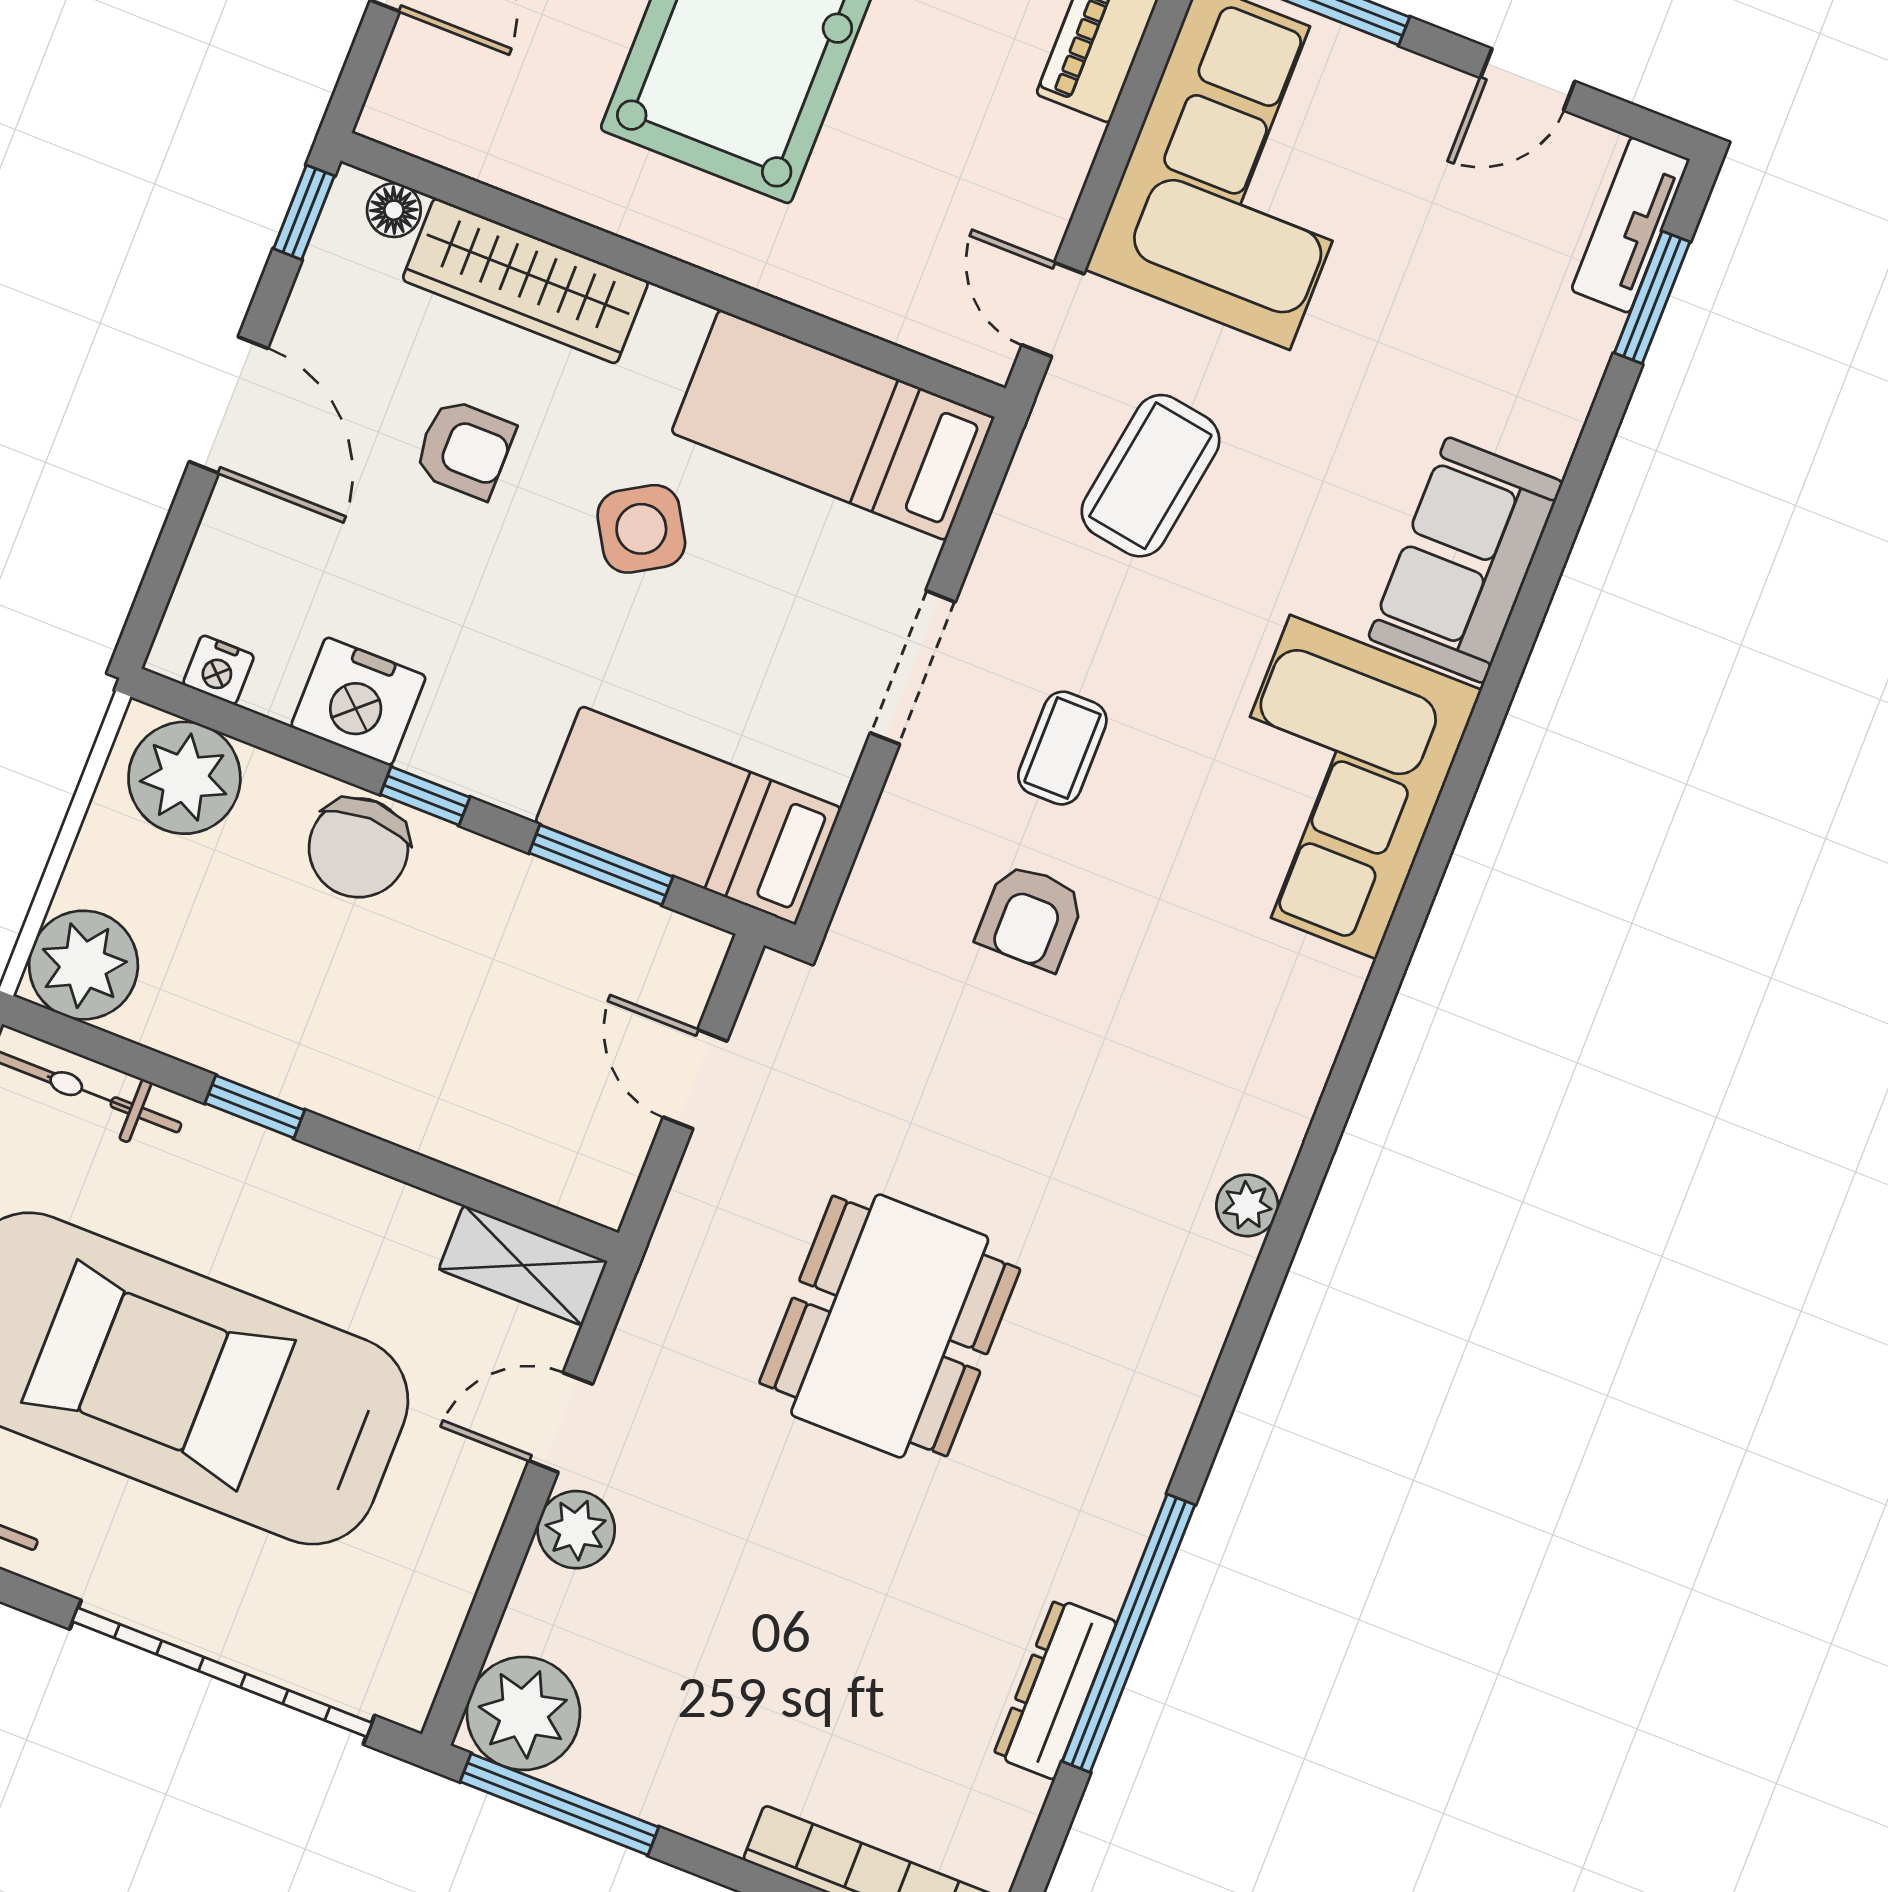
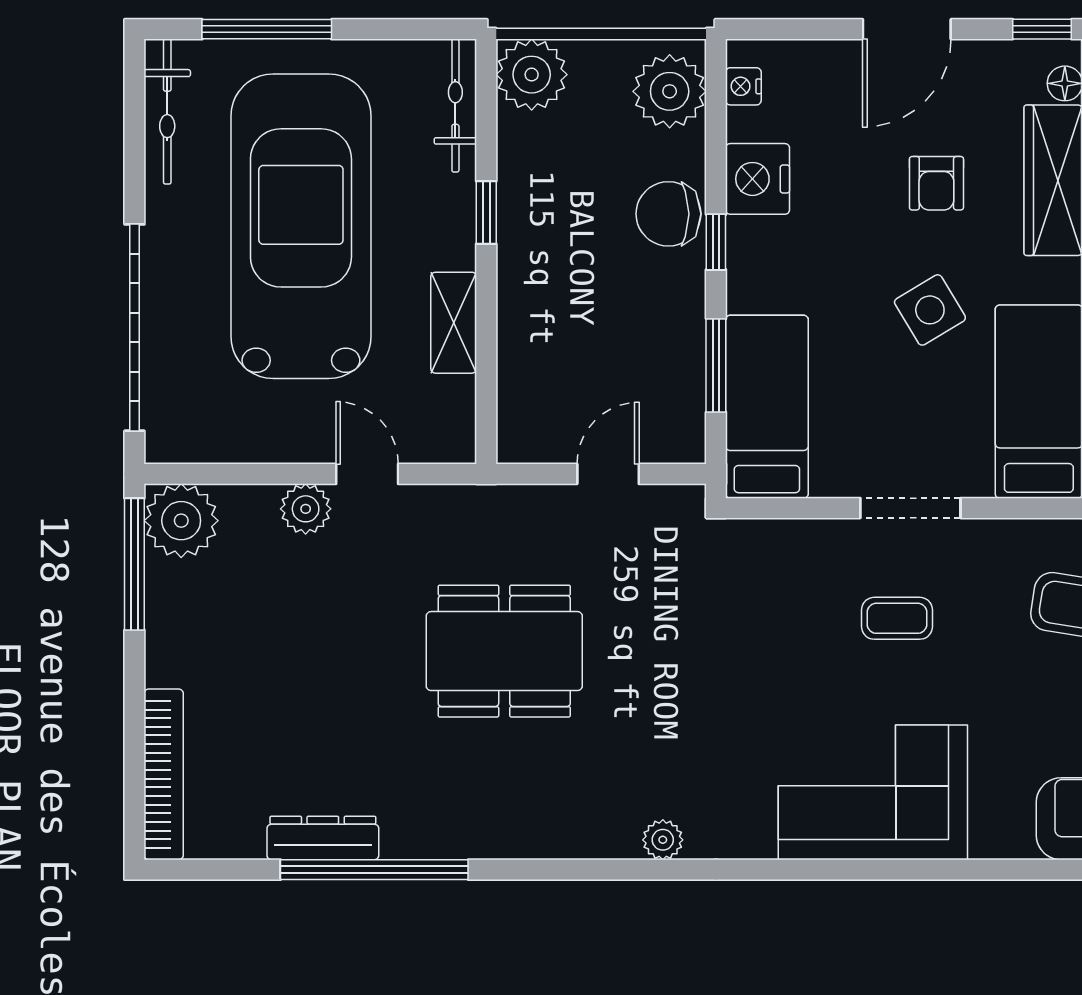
corner sofa: (1333, 787) -> (873, 792), moved
armchair: (1031, 917) -> (787, 639), removed
shelving: (523, 1265) -> (454, 323), moved

